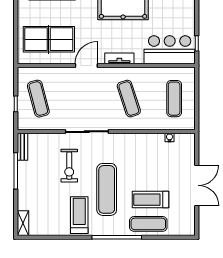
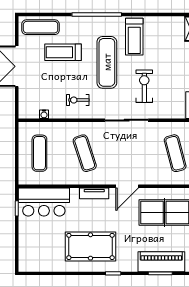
exercise bike: (136, 152) -> (78, 100), added
treadmill: (151, 200) -> (63, 52), turned 180
exercise mat: (148, 224) -> (41, 27), moved

